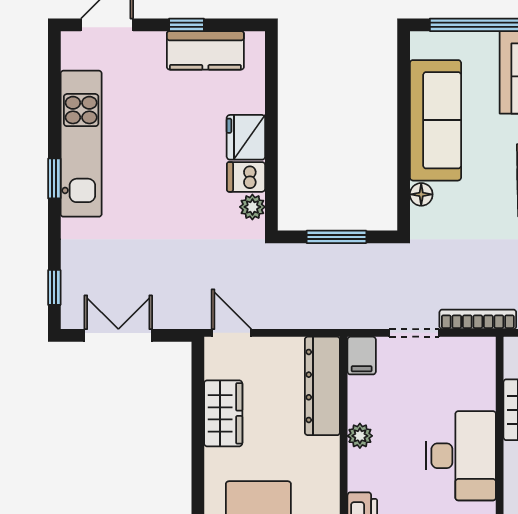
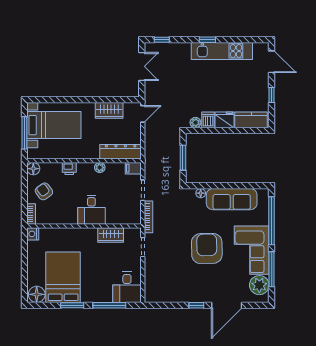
kitchen counter: (205, 50) -> (251, 120), moved, turned 90
desk: (461, 456) -> (91, 210), width x0.73

